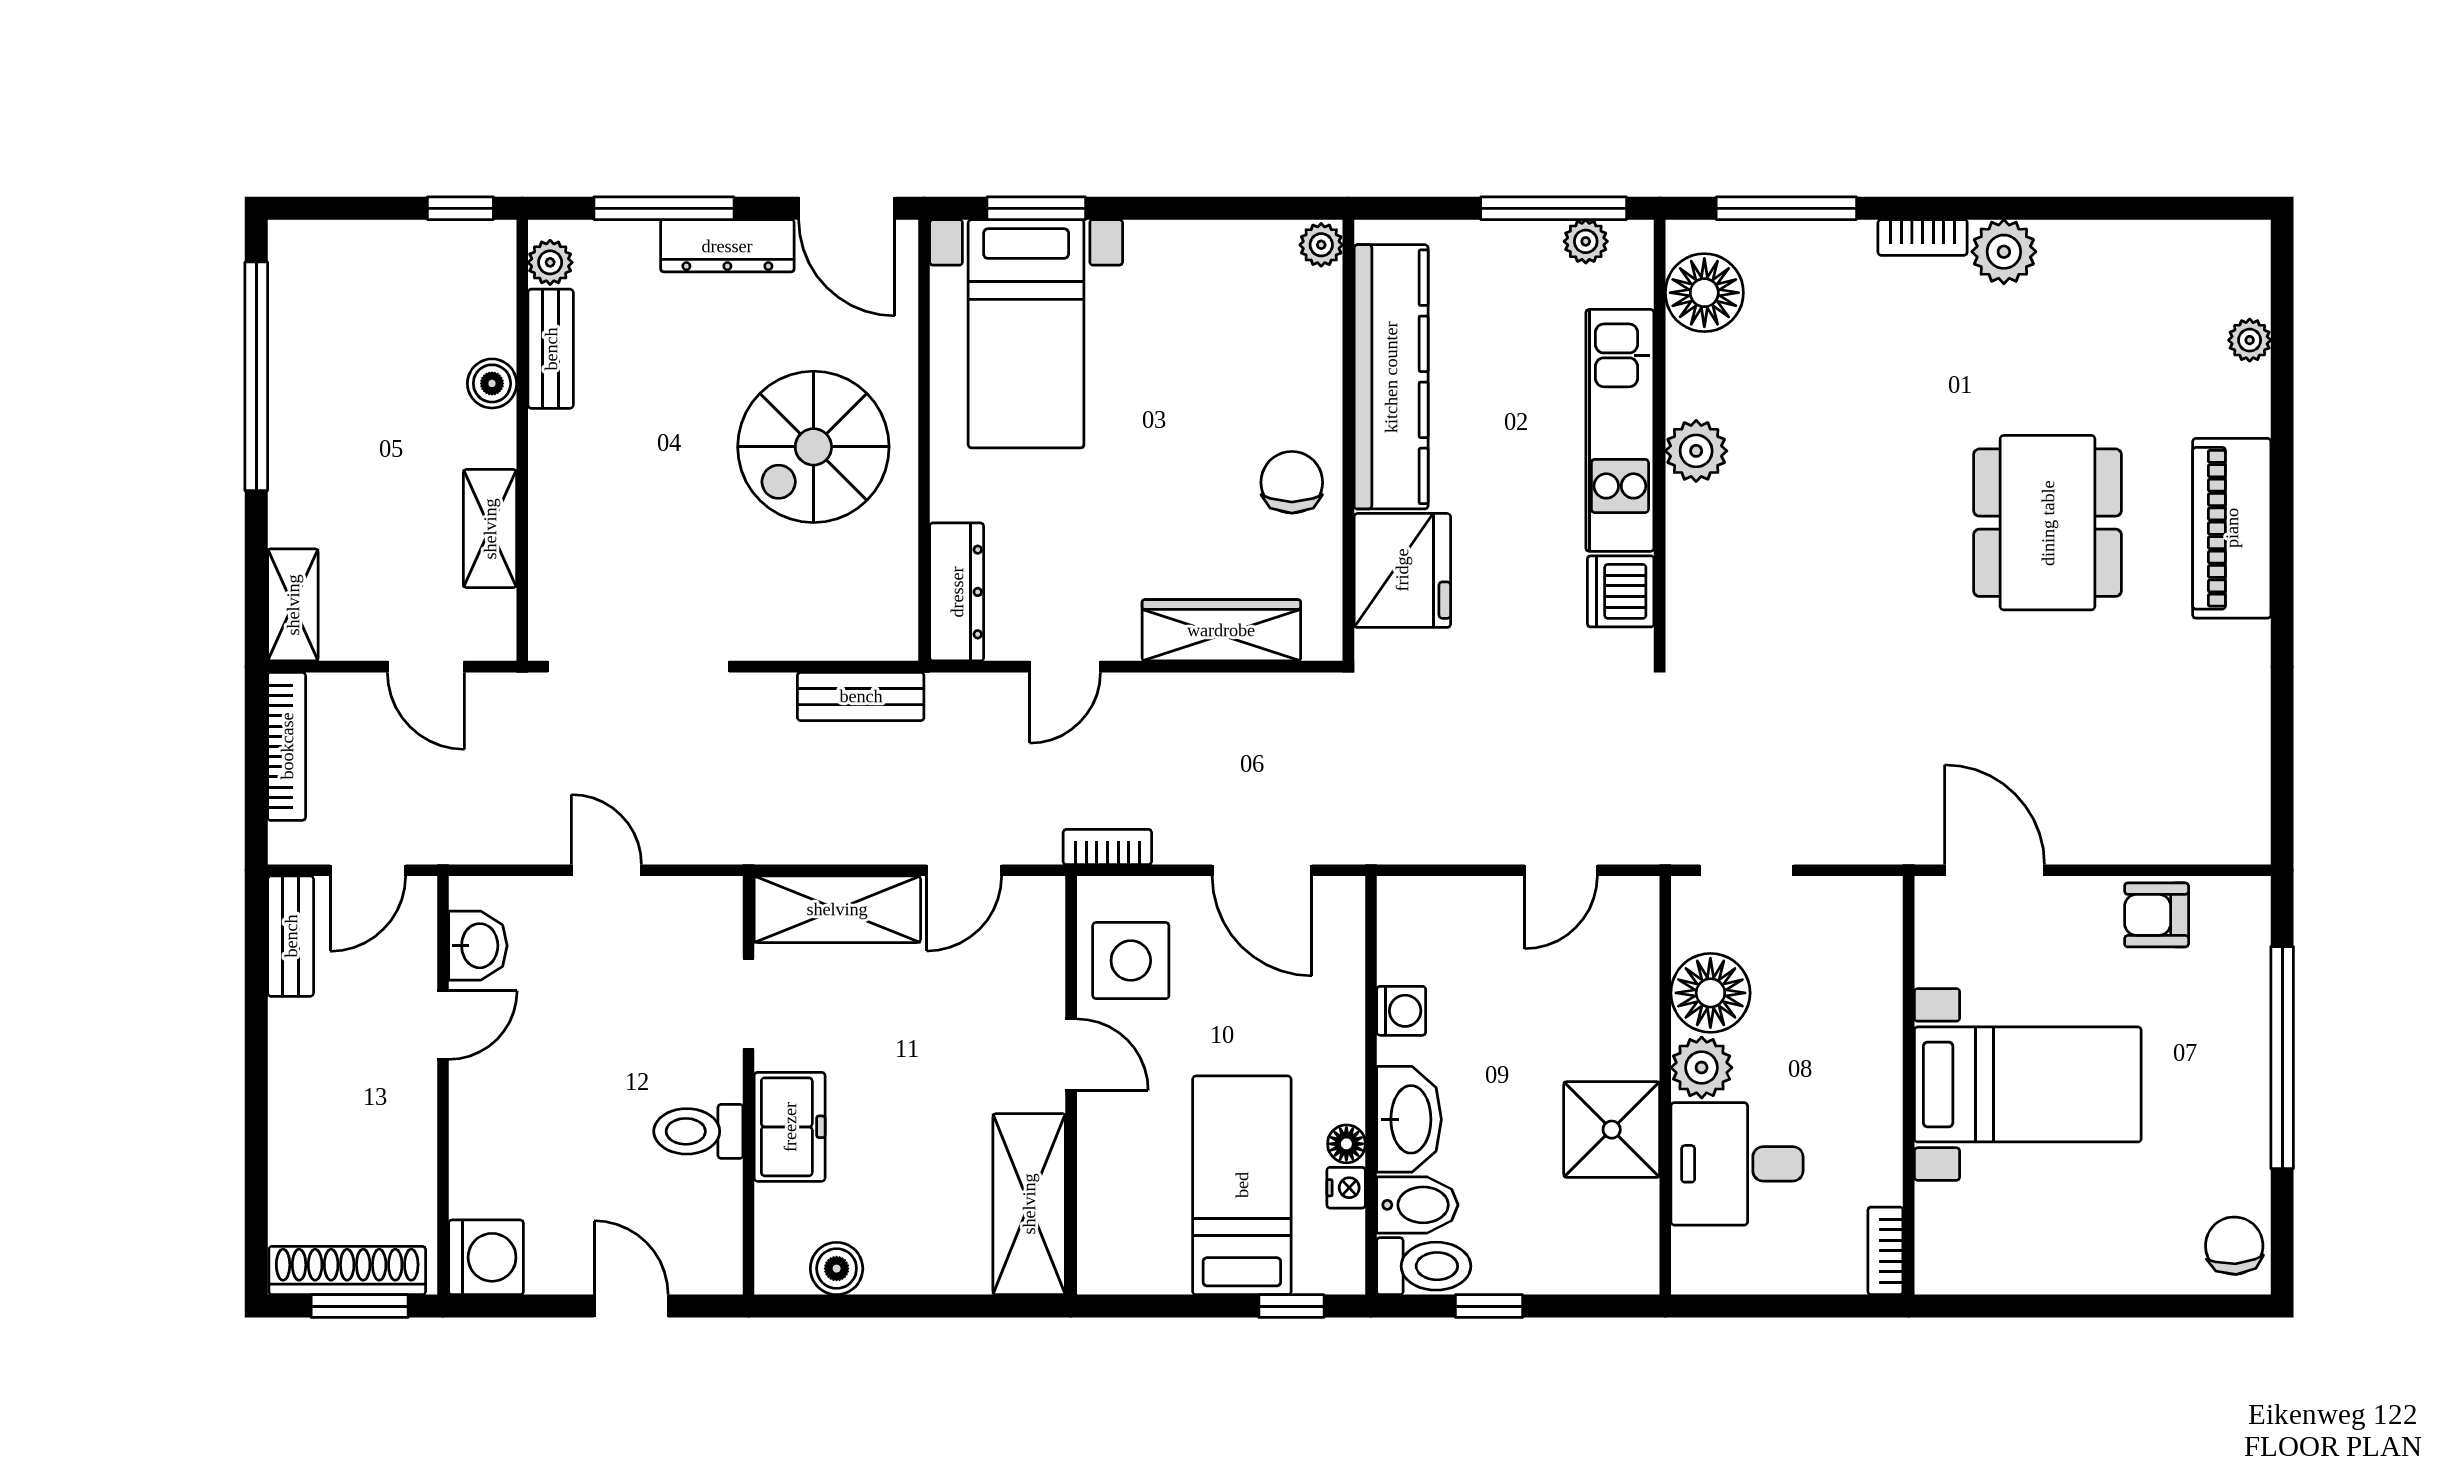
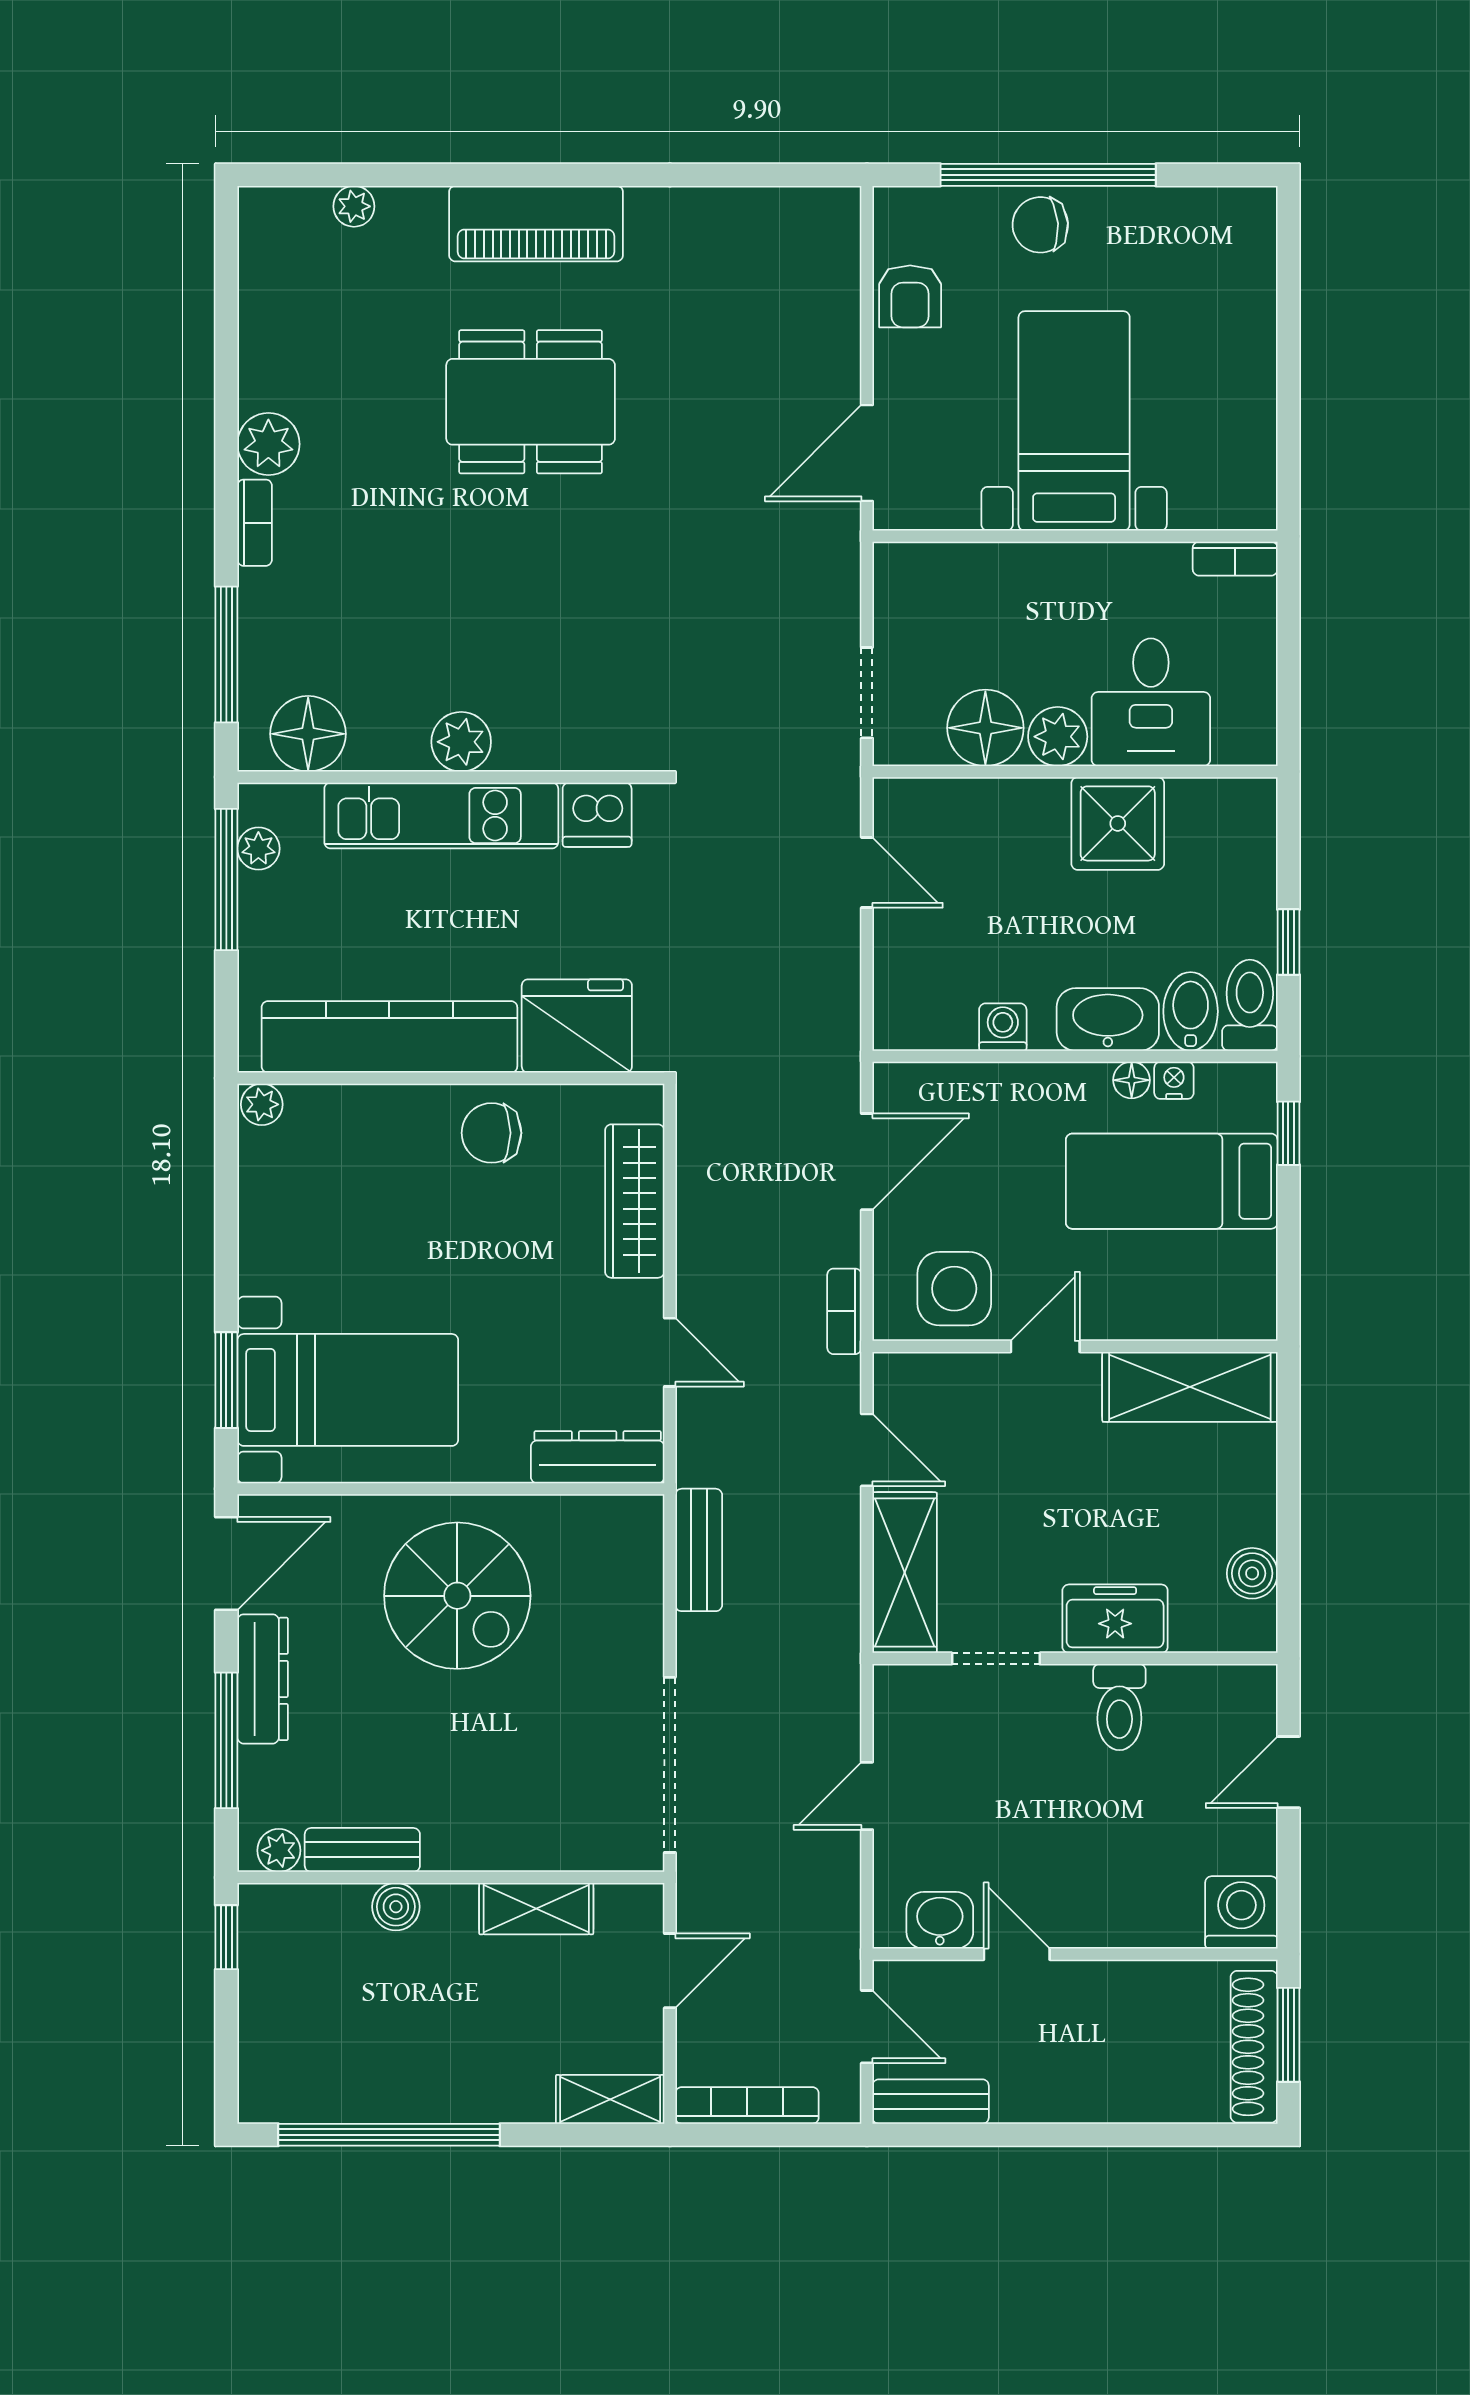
chair: (2234, 1246) -> (1040, 225), moved

